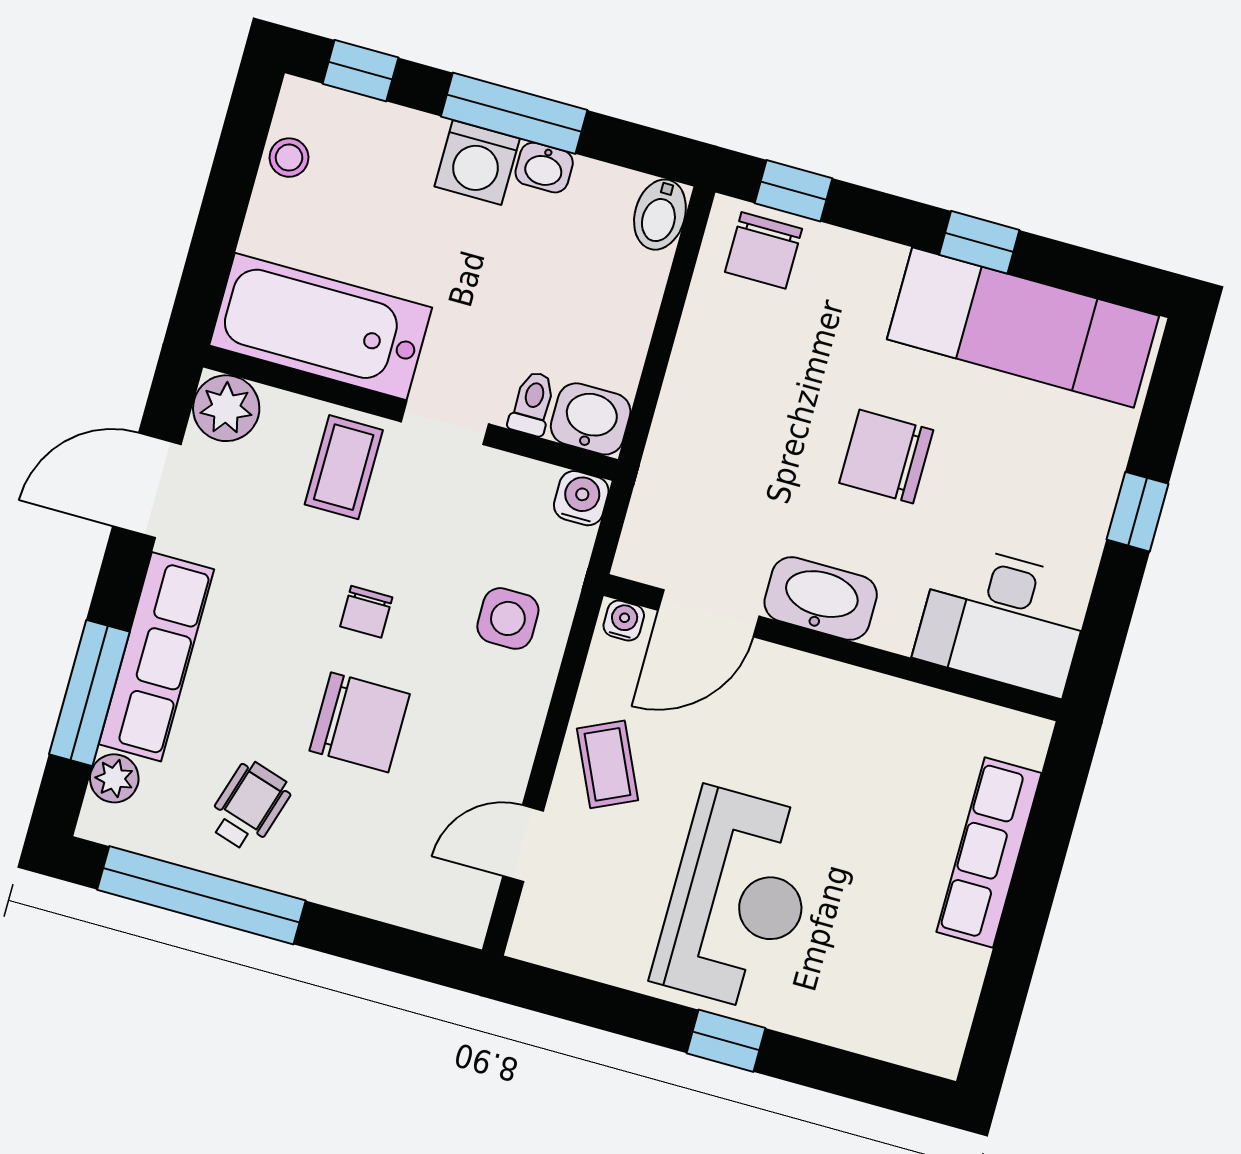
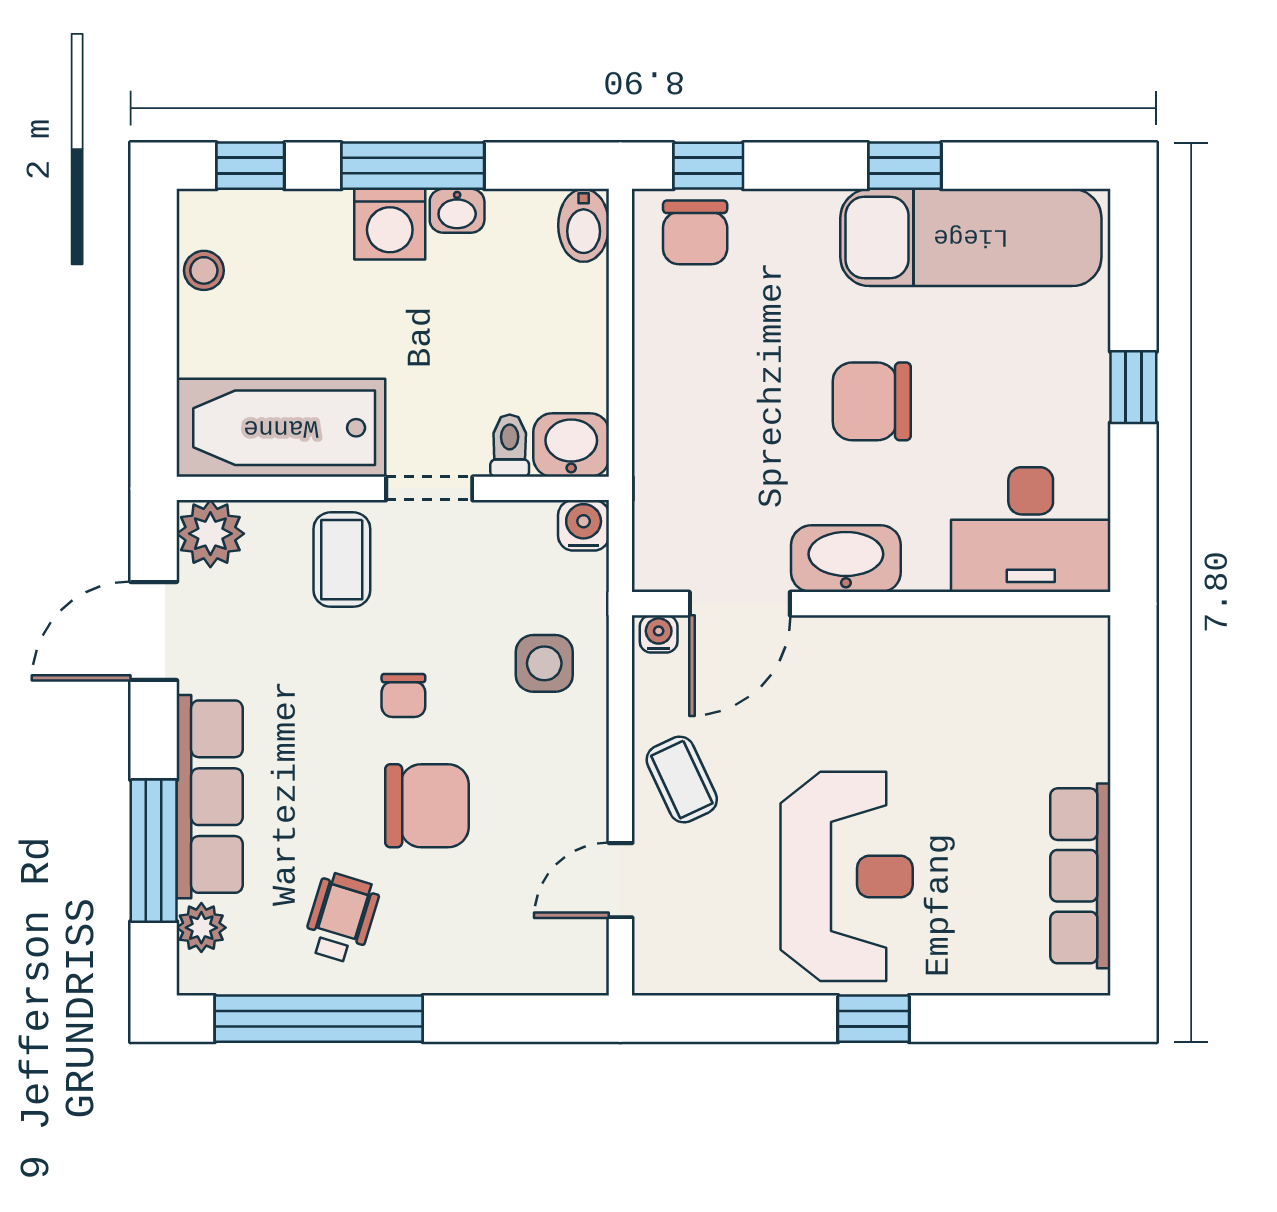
row of seats: (989, 853) -> (1080, 876), moved

